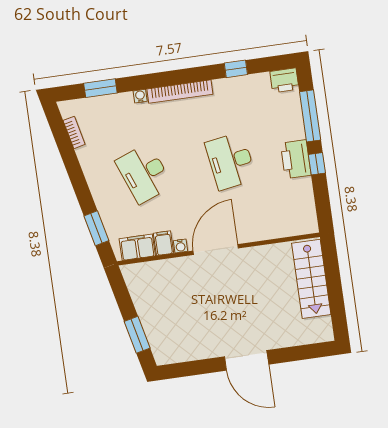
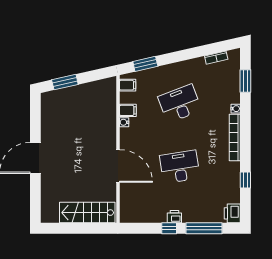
printer: (296, 159) -> (174, 217), width x0.53, depth x0.68
filing cabinet: (137, 247) -> (128, 85), width x0.50
door: (216, 249) -> (118, 166), moved

